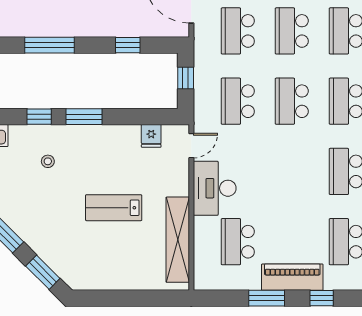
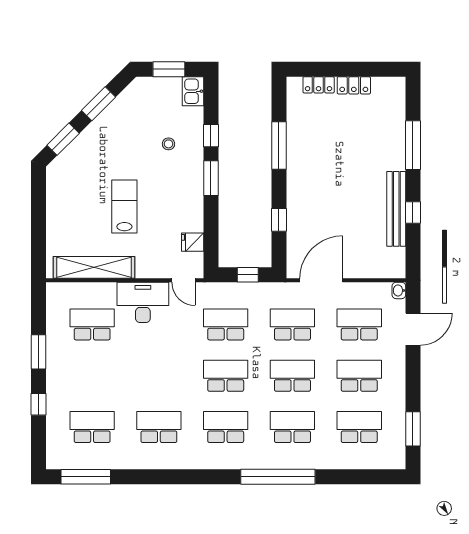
piano: (292, 277) -> (58, 376), removed

